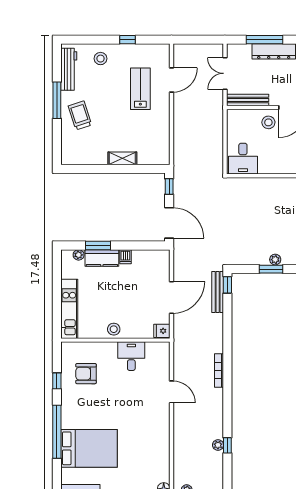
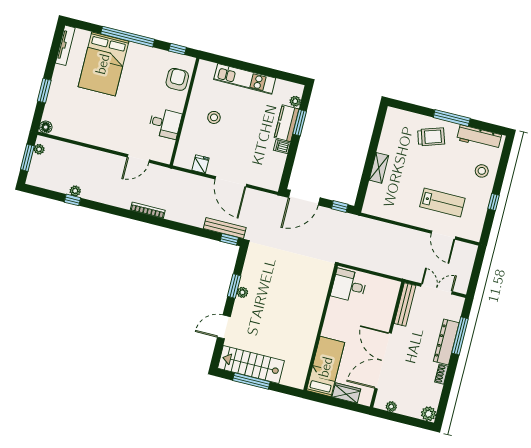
stool: (268, 122) -> (378, 319), removed
wall: (115, 340) -> (185, 112), moved
desk: (131, 356) -> (165, 123), moved

